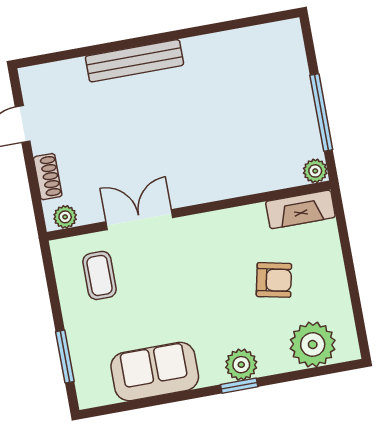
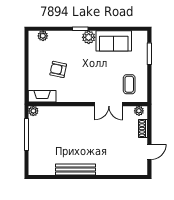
bench: (134, 61) -> (76, 169), moved
plant: (313, 345) -> (43, 36), width x0.53, depth x0.53
plant: (241, 365) -> (89, 37), moved

